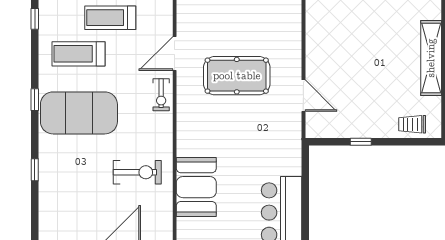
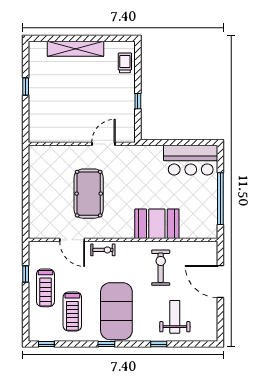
trolley: (412, 124) -> (125, 63), turned 180
booth: (196, 187) -> (157, 224), moved
weight bench: (71, 191) -> (175, 317), added

